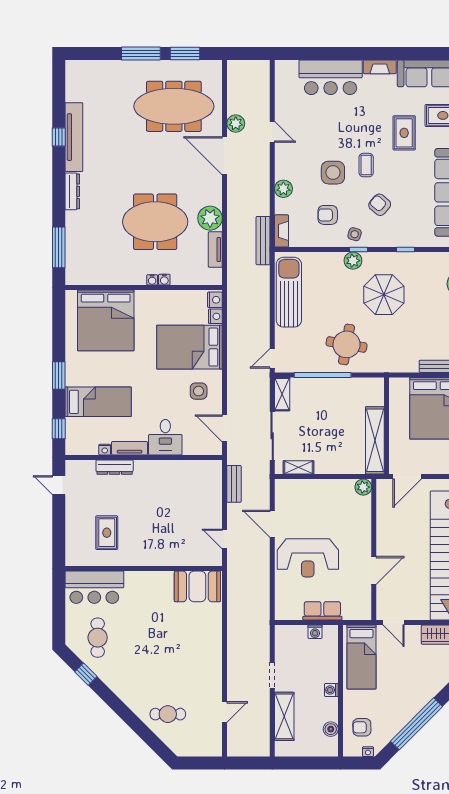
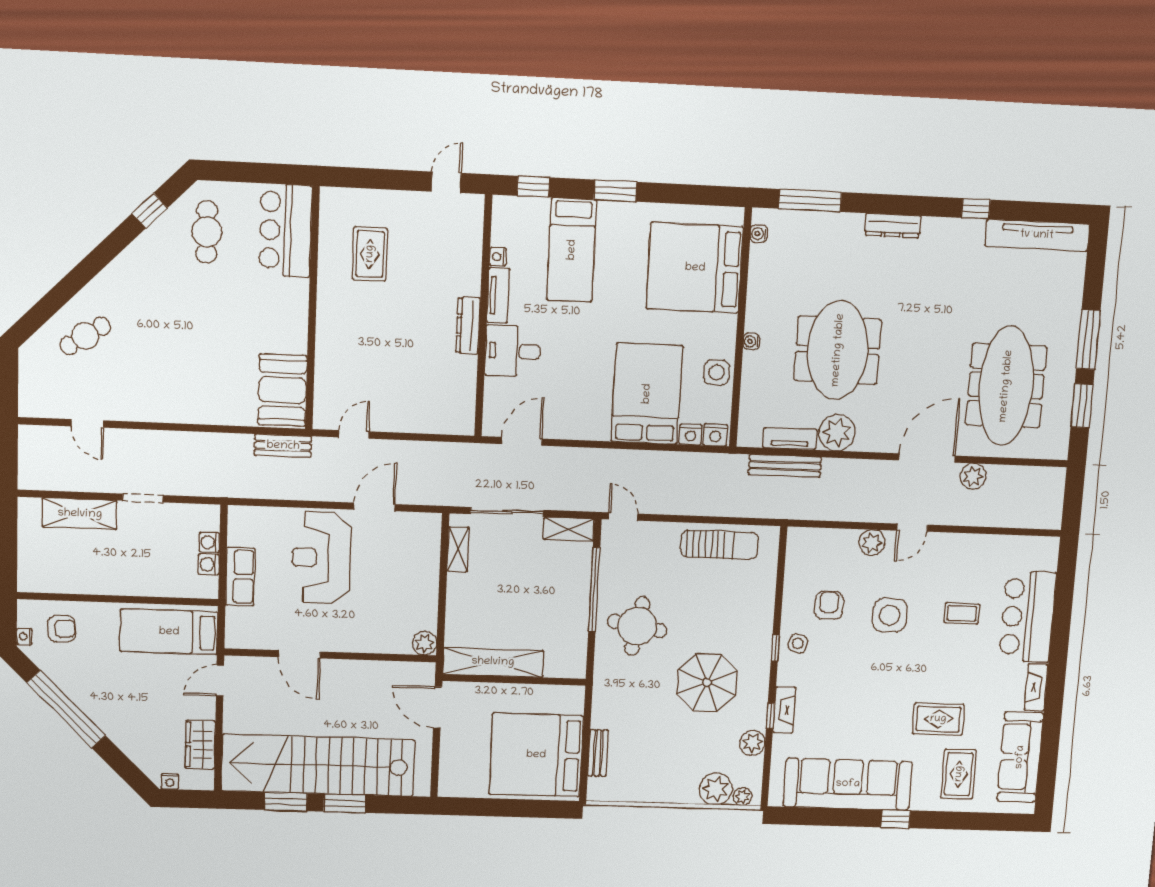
door: (272, 132) -> (912, 528), moved
tv unit: (74, 137) -> (1037, 235), moved
coffee table: (366, 165) -> (962, 613), moved
armchair: (380, 205) -> (838, 681), removed
fireplace: (281, 231) -> (784, 710), moved, turned -90
bench: (263, 241) -> (785, 466), moved
plant: (353, 261) -> (752, 743), moved
water cooler: (164, 280) -> (759, 234), moved
sun lounger: (289, 292) -> (719, 545), width x0.73, depth x0.75
side table: (199, 391) -> (717, 372), moved
dresser: (115, 467) -> (468, 326), moved
bench: (234, 484) -> (283, 446), moved
rug: (107, 533) -> (370, 254), turned 90
cafe table: (98, 638) -> (207, 232), turned 90
washing machine: (331, 690) -> (209, 542), moved, turned -90
cafe table: (168, 714) -> (85, 336), turned 57
armchair: (362, 727) -> (62, 629), turned 87
boiler: (331, 729) -> (59, 583), removed

